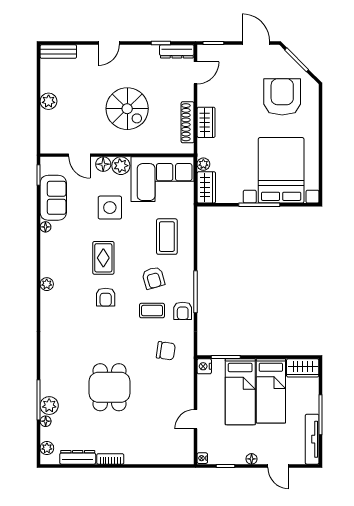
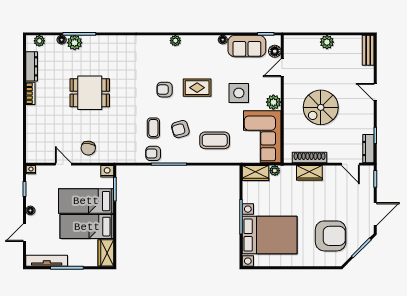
floor lamp: (103, 164) -> (275, 51), moved
chair: (166, 351) -> (88, 148), moved

